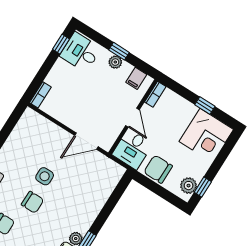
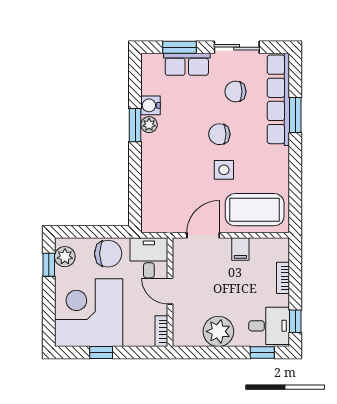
window: (119, 51) -> (262, 353), moved
plant: (115, 62) -> (218, 331), width x1.88, depth x1.88
filing cabinet: (136, 78) -> (240, 249), moved, turned 180
bookcase: (40, 95) -> (283, 278), moved
corner desk: (206, 135) -> (89, 313), width x1.36, depth x1.36
coffee table: (41, 136) -> (255, 210), added

